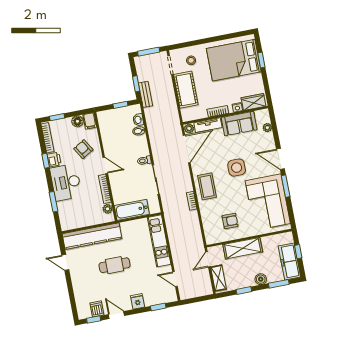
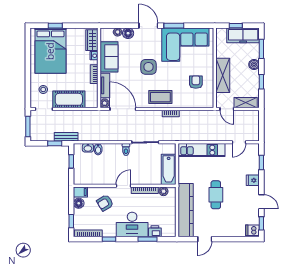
floor lamp: (268, 139) -> (128, 33), added
printer: (54, 159) -> (155, 231), moved
door: (280, 159) -> (148, 26), swing flipped
dishwasher: (97, 309) -> (252, 230), moved
door: (116, 315) -> (261, 202), swing flipped

